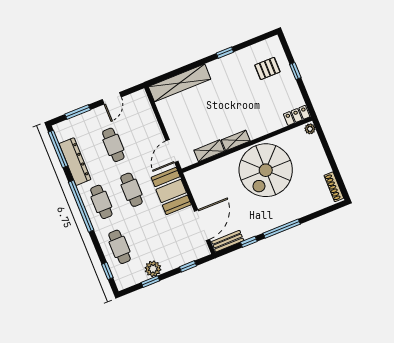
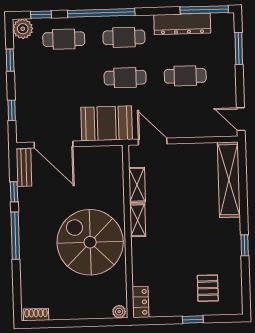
door: (112, 98) -> (241, 119), moved
shoe rack: (334, 187) -> (36, 315), width x0.70
window: (81, 206) -> (101, 13), moved
plant: (153, 269) -> (23, 29), moved

